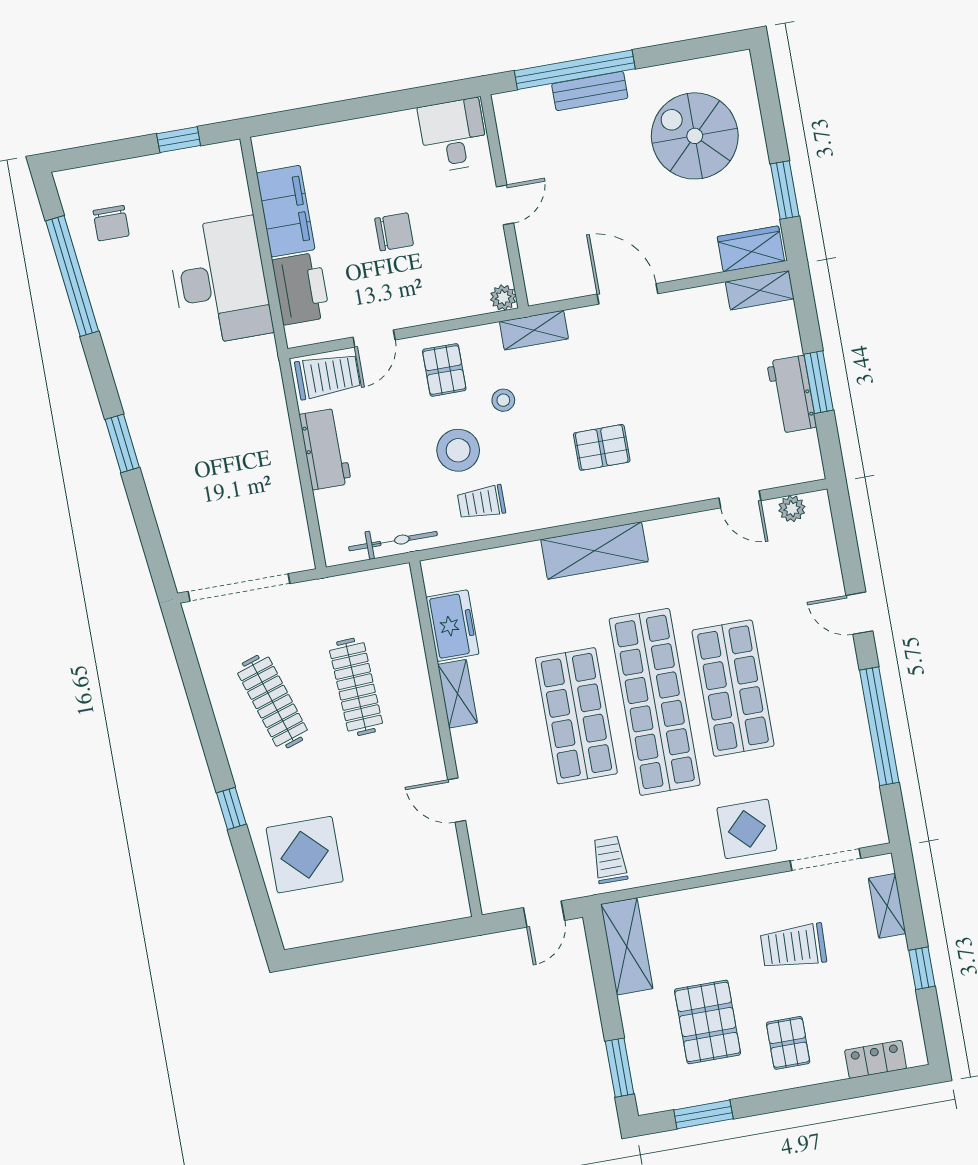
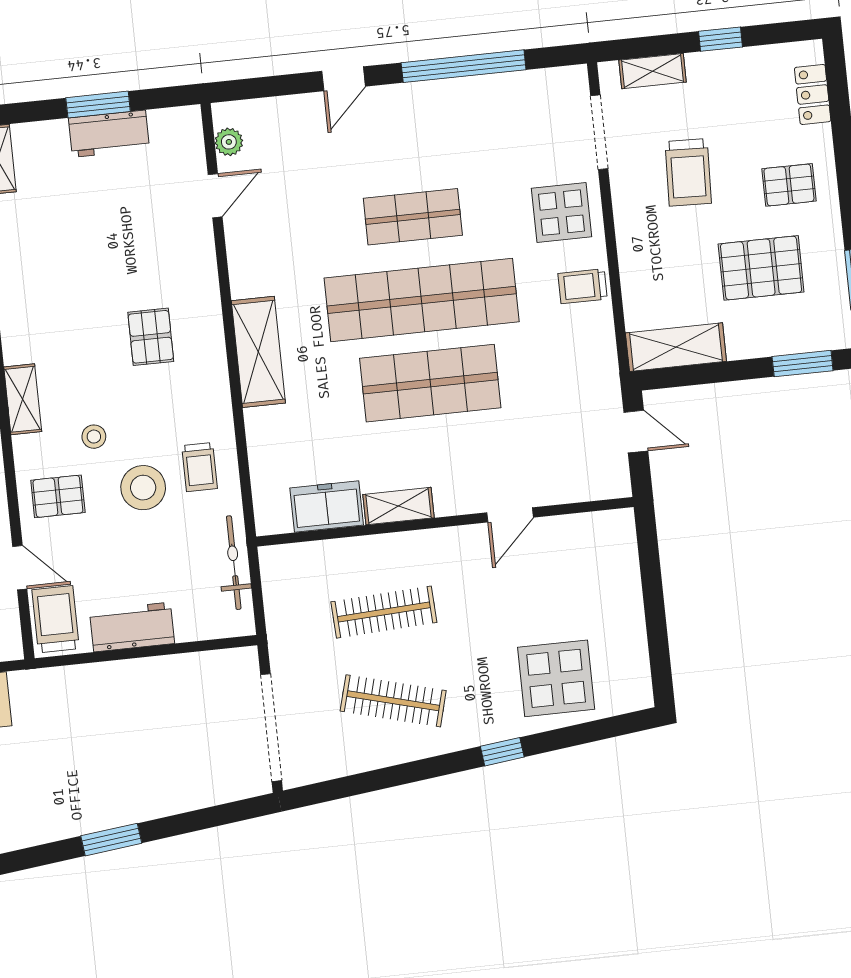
shop shelf: (733, 688) -> (413, 217), width x0.70, depth x0.74
clothes rail: (272, 702) -> (393, 701), turned 33
trolley: (610, 860) -> (583, 286), moved

